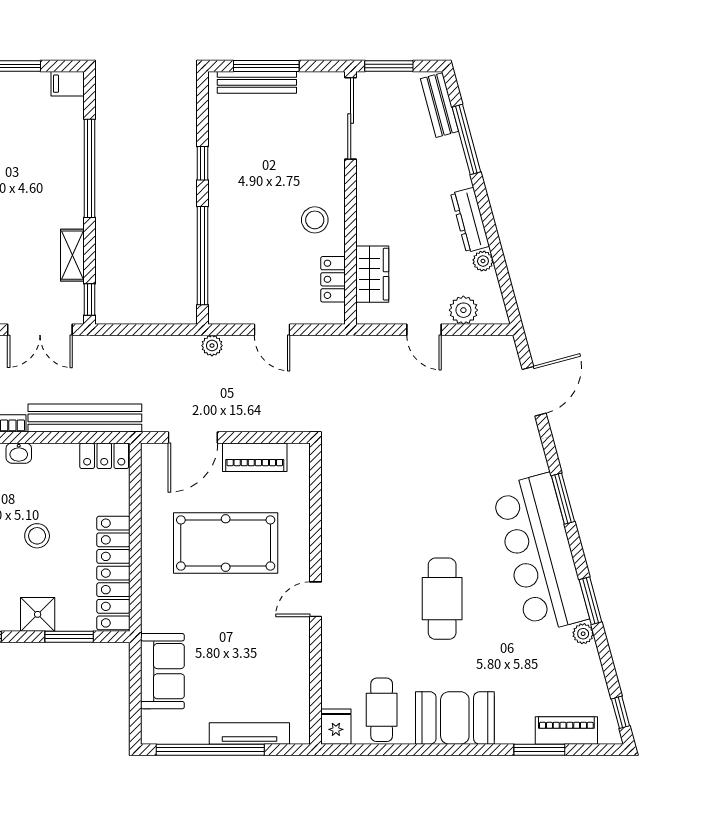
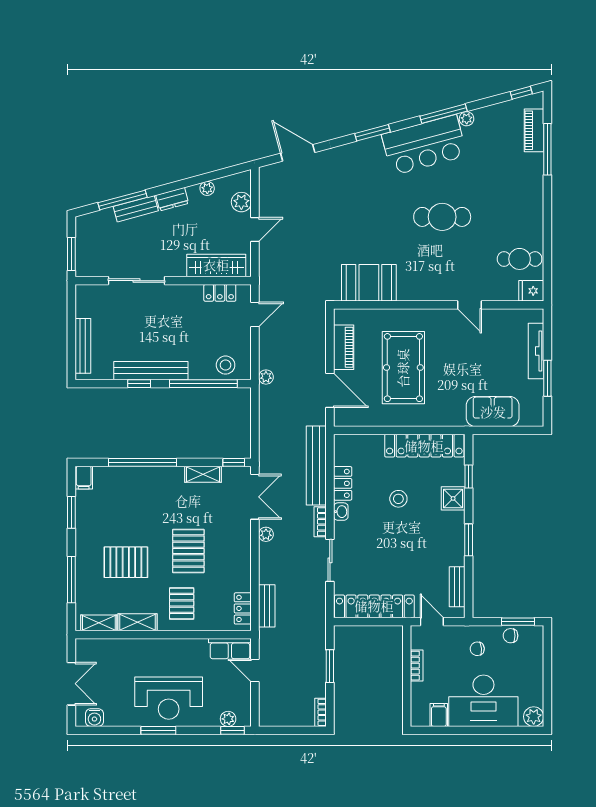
window: (266, 66) -> (71, 339), removed
bench: (439, 105) -> (136, 209), moved
sliding door: (351, 118) -> (137, 281), moved
bench: (221, 180) -> (151, 371), added
stool: (315, 220) -> (226, 365), moved
dresser: (470, 220) -> (172, 199), width x0.70
wardrobe: (372, 274) -> (216, 265), width x1.50
door: (272, 330) -> (255, 314), moved
locker: (104, 456) -> (343, 483), moved
bar counter: (540, 553) -> (424, 145), width x0.73
door: (316, 599) -> (469, 305), moved
window: (590, 601) -> (444, 114), width x1.44
window: (69, 637) -> (469, 476), width x0.67
booth: (455, 718) -> (369, 283), moved, turned 90
window: (210, 750) -> (547, 378), width x0.47
window: (539, 750) -> (547, 149), width x1.44

